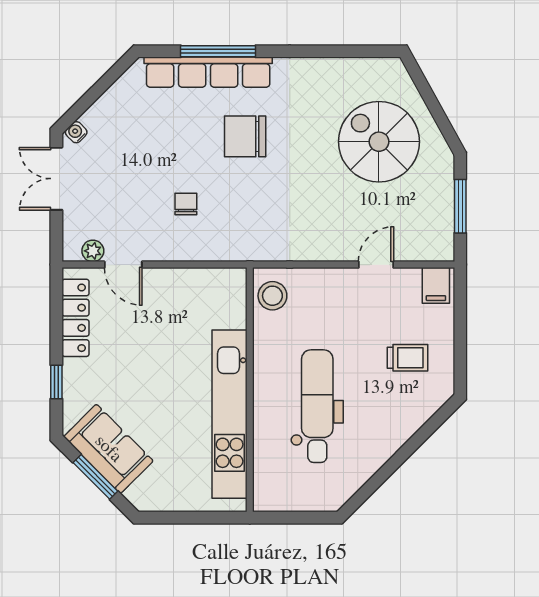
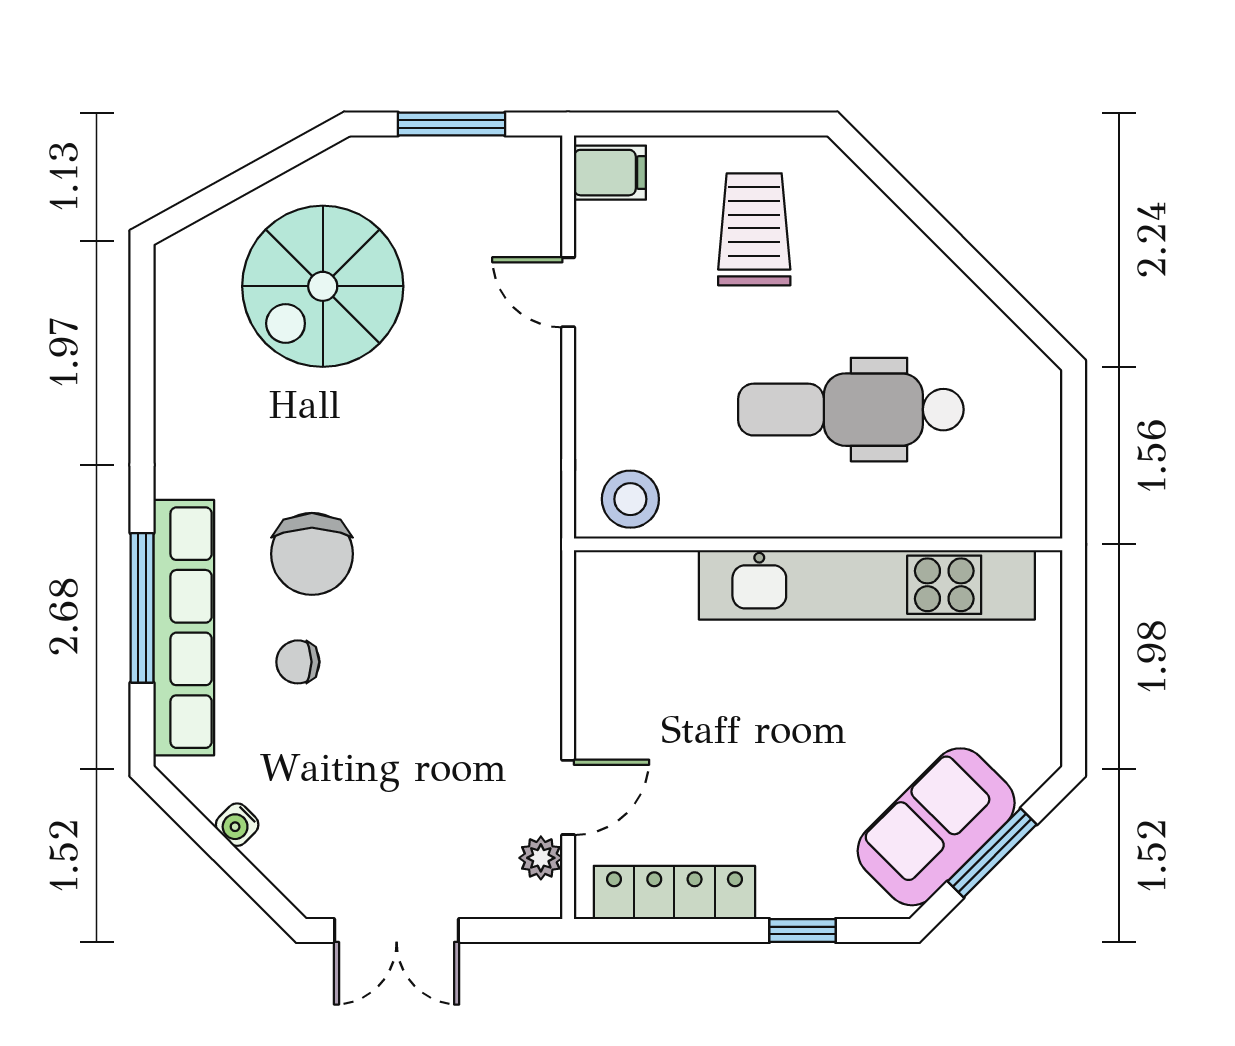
water cooler: (76, 132) -> (237, 825), moved
chair: (186, 204) -> (298, 662), moved
trolley: (408, 358) -> (754, 229), width x1.36, depth x1.39

